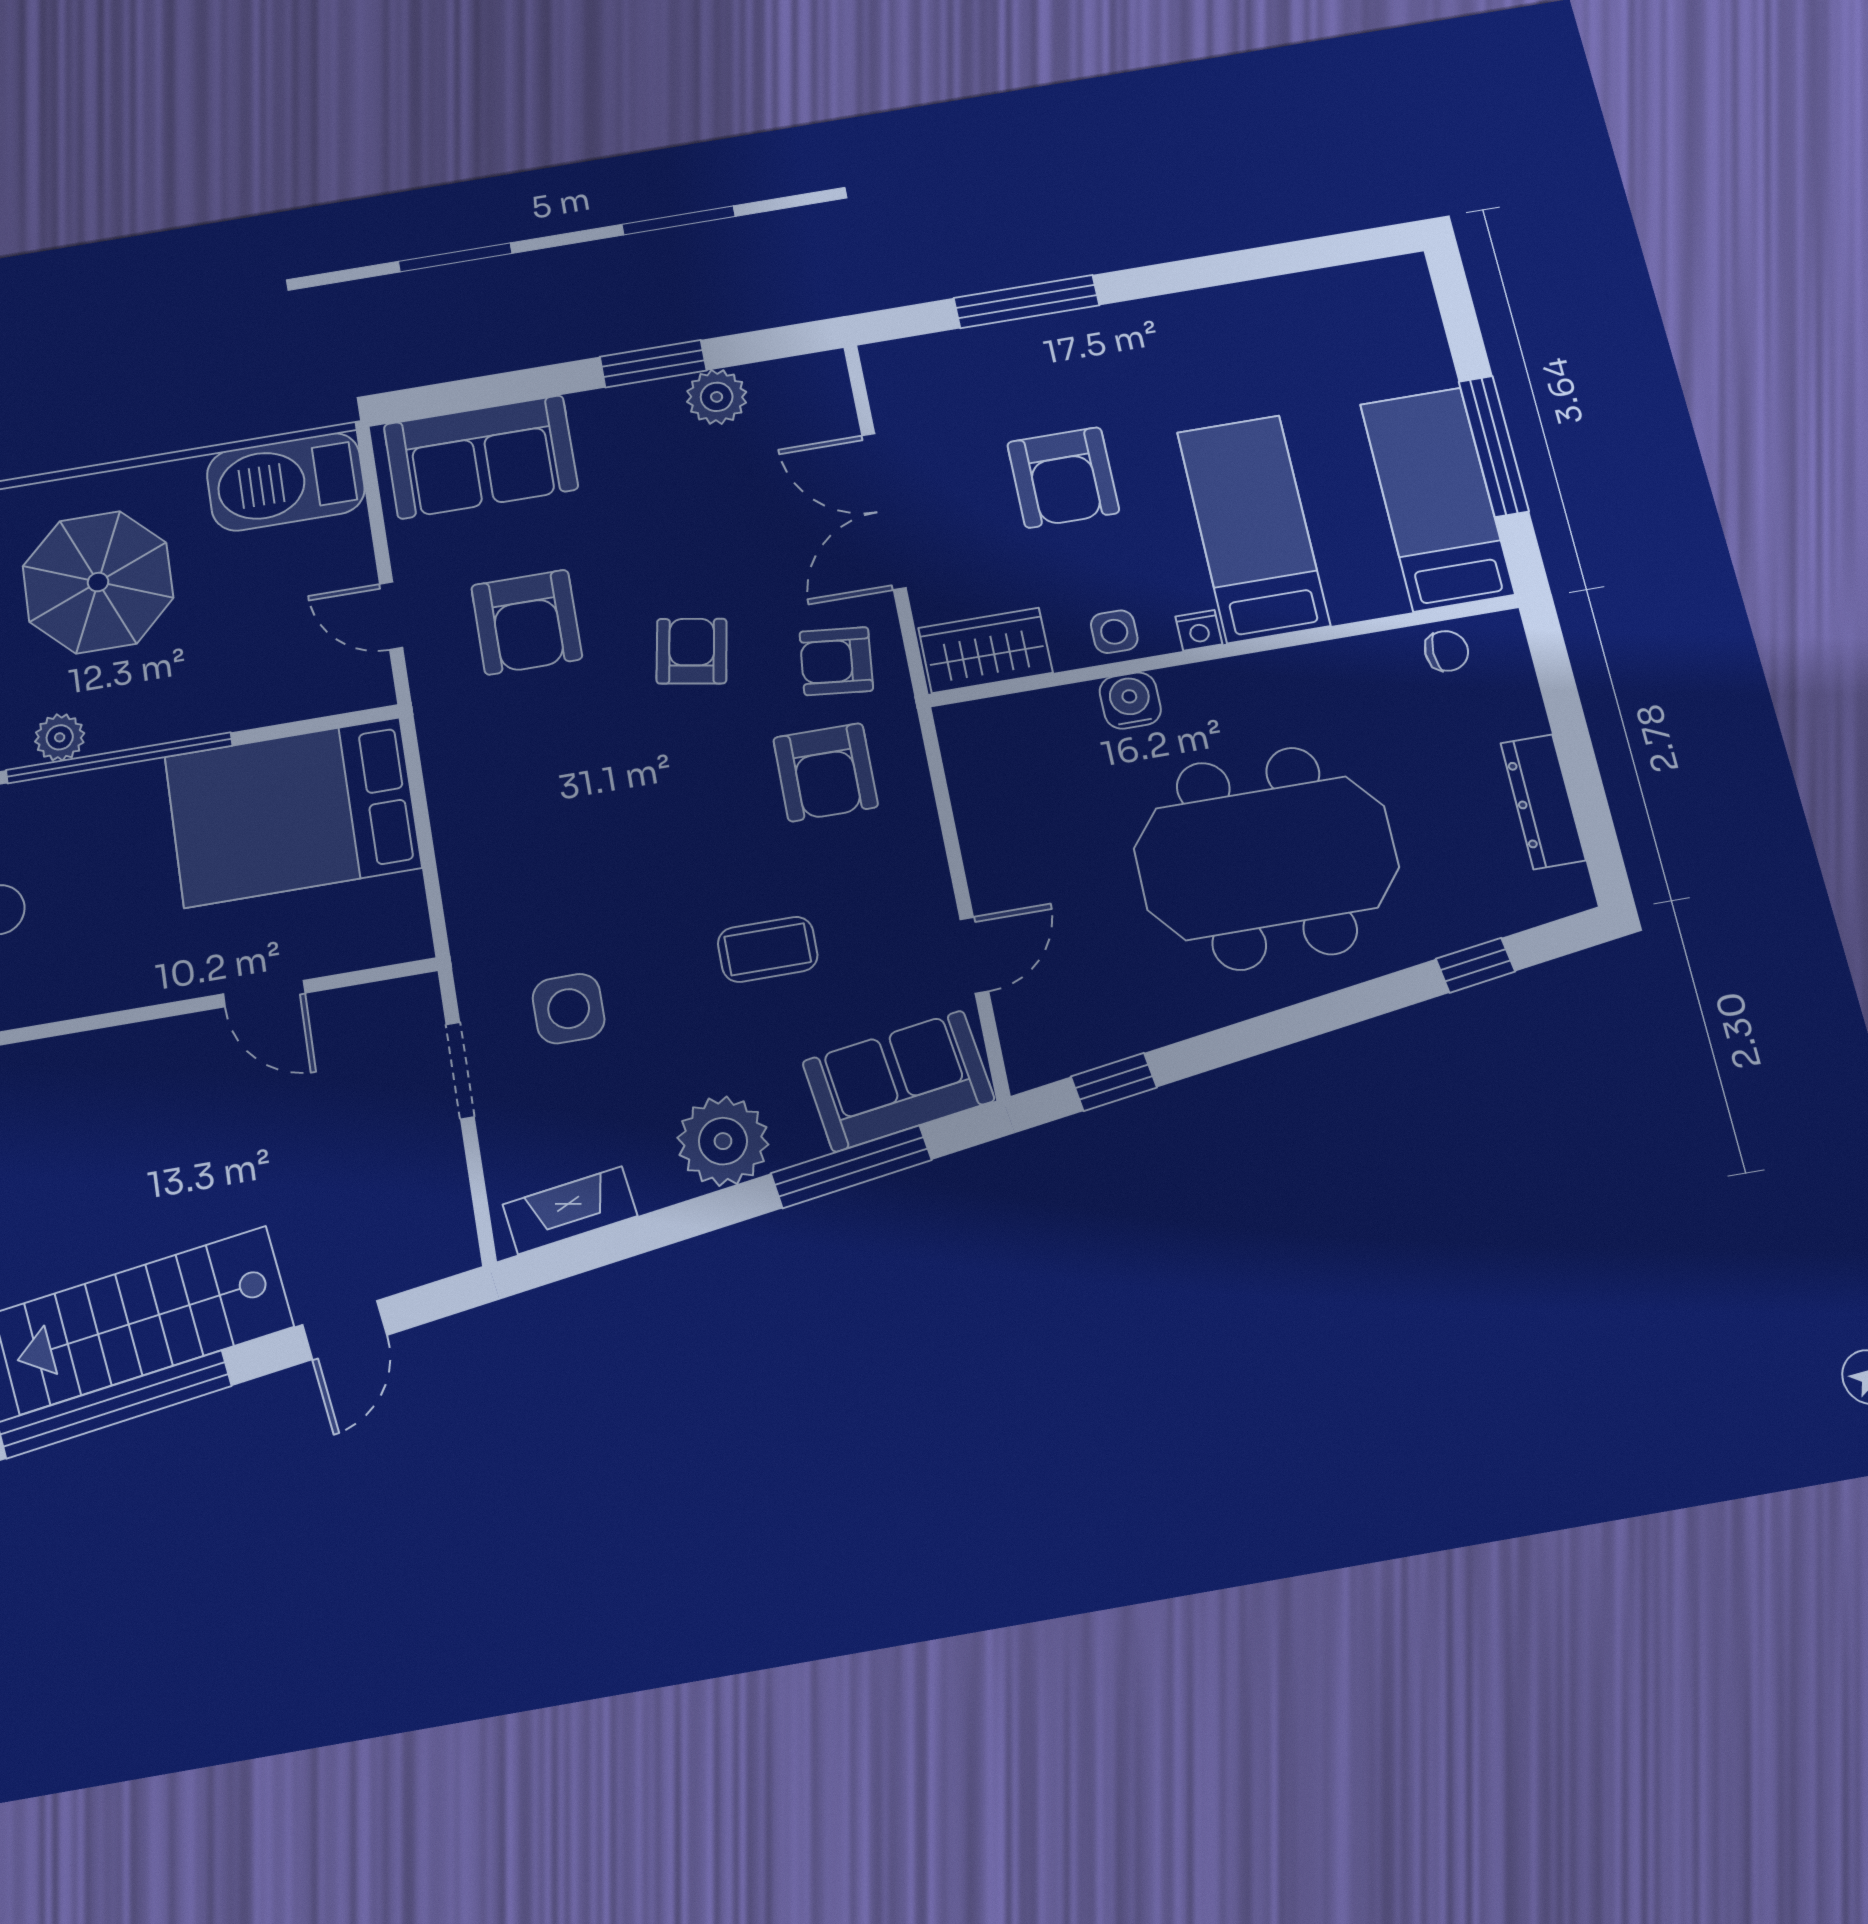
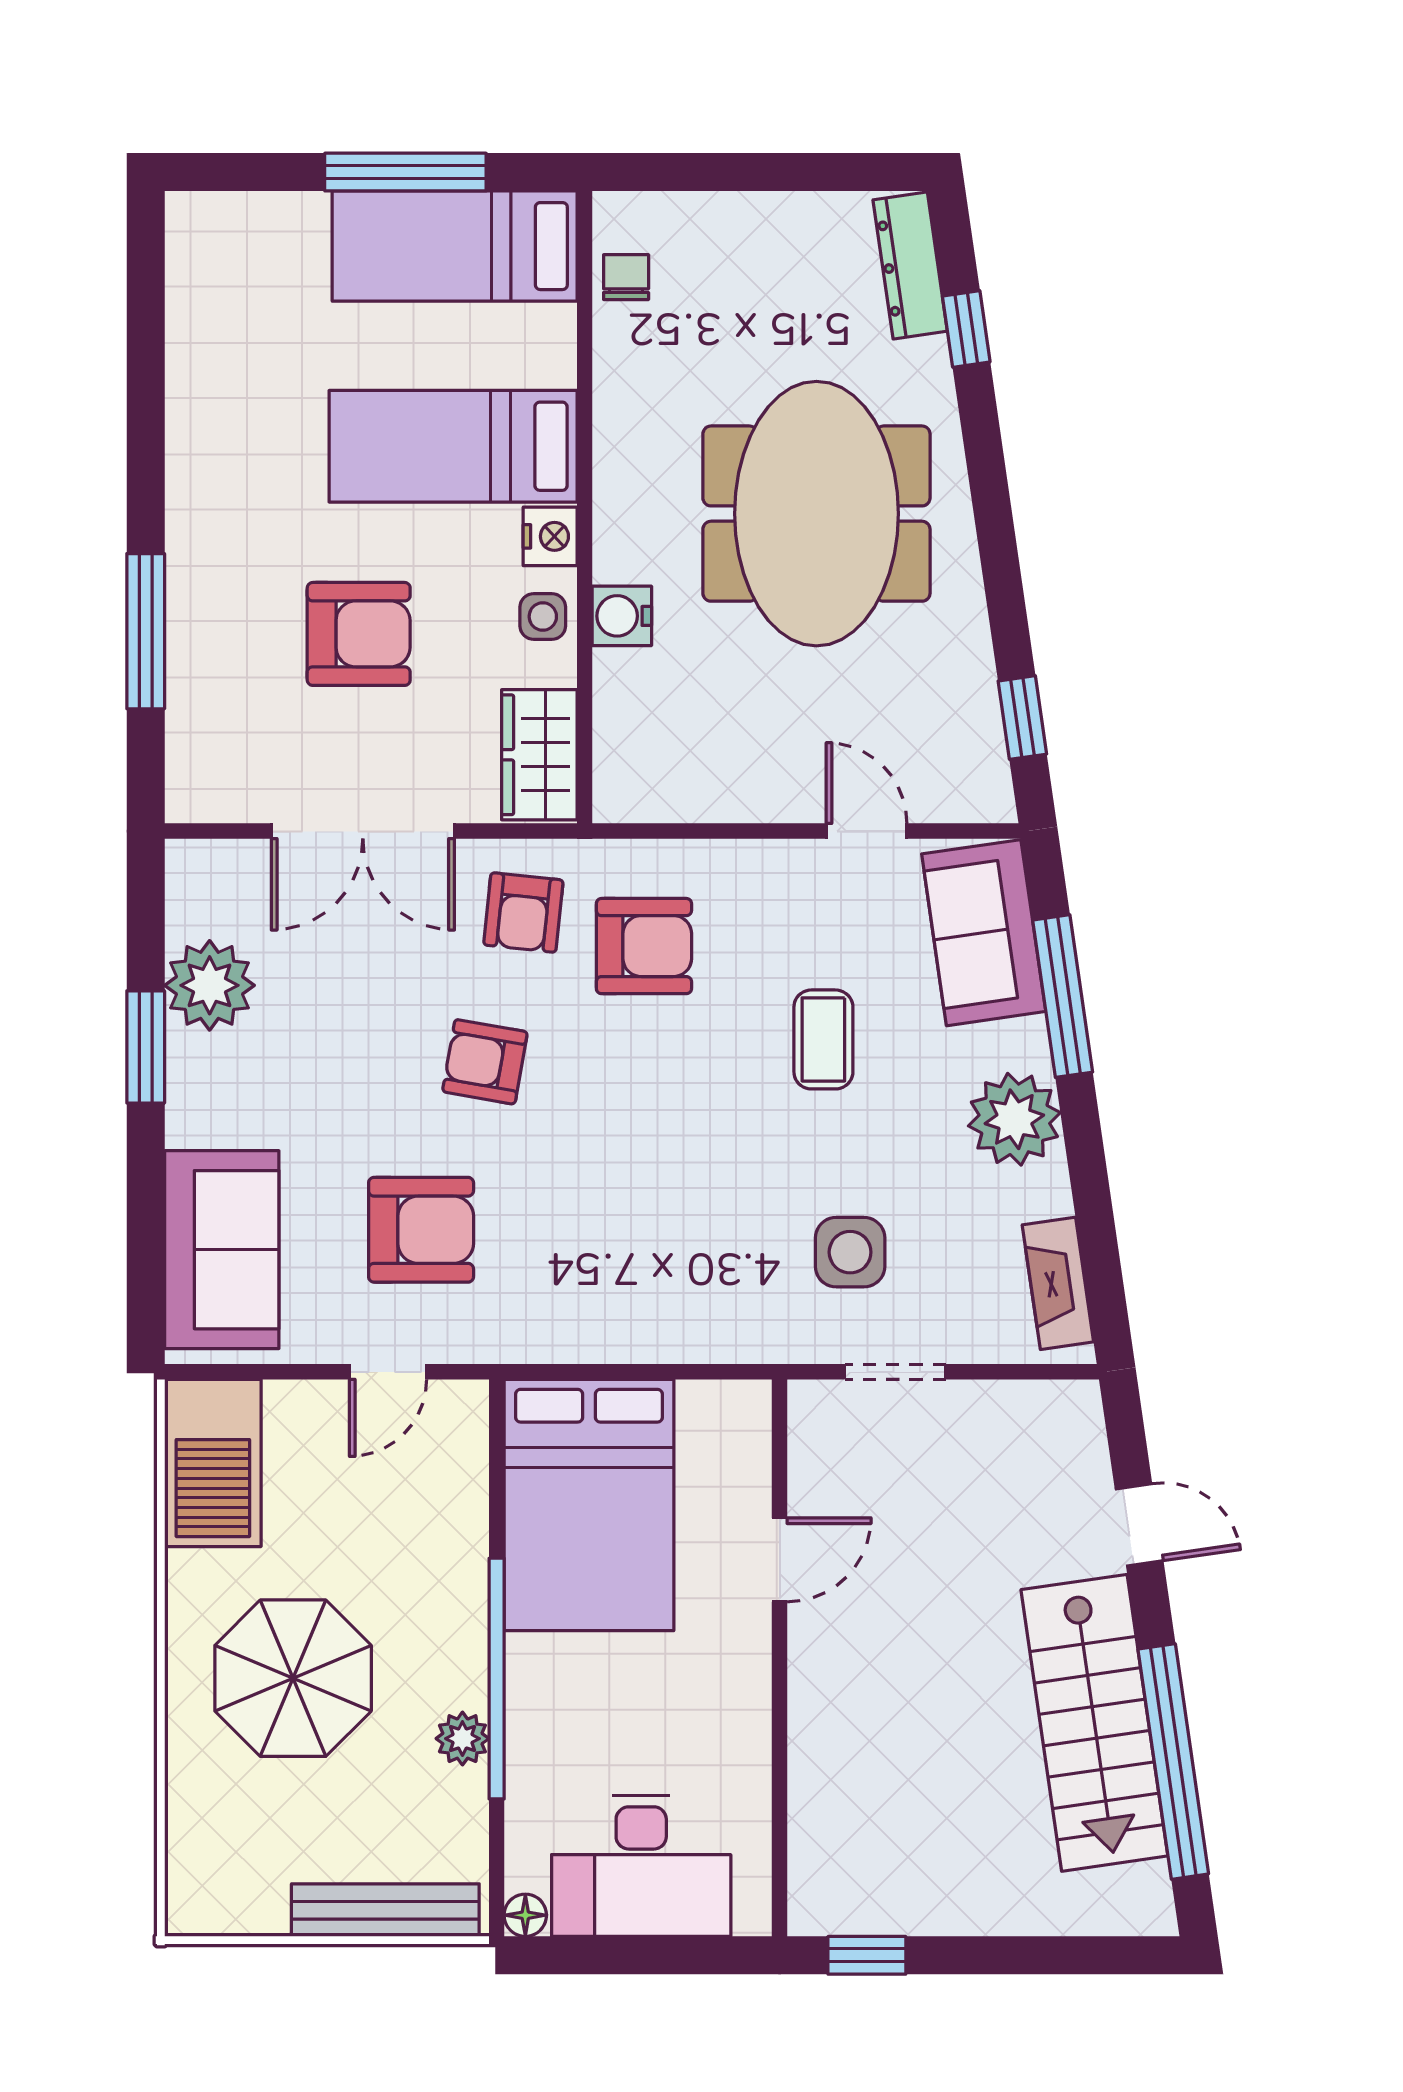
plant: (717, 397) -> (210, 985), width x1.36, depth x1.36
nightstand: (1199, 630) -> (550, 536), width x1.39, depth x1.35
dresser: (1543, 802) -> (910, 265), moved, turned 82

